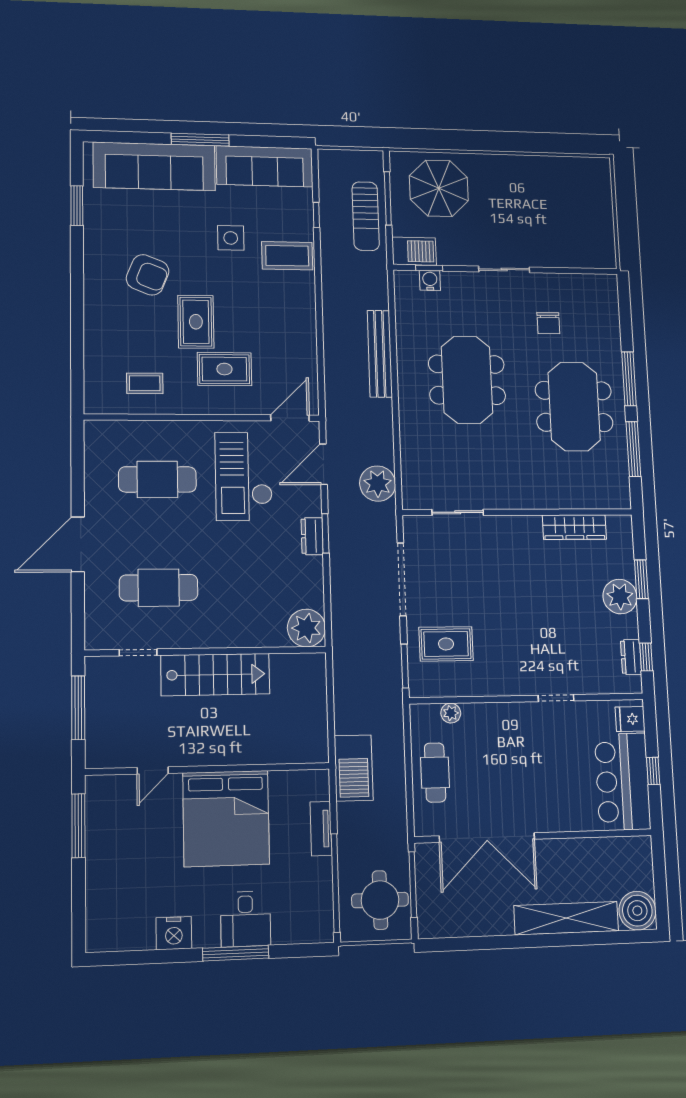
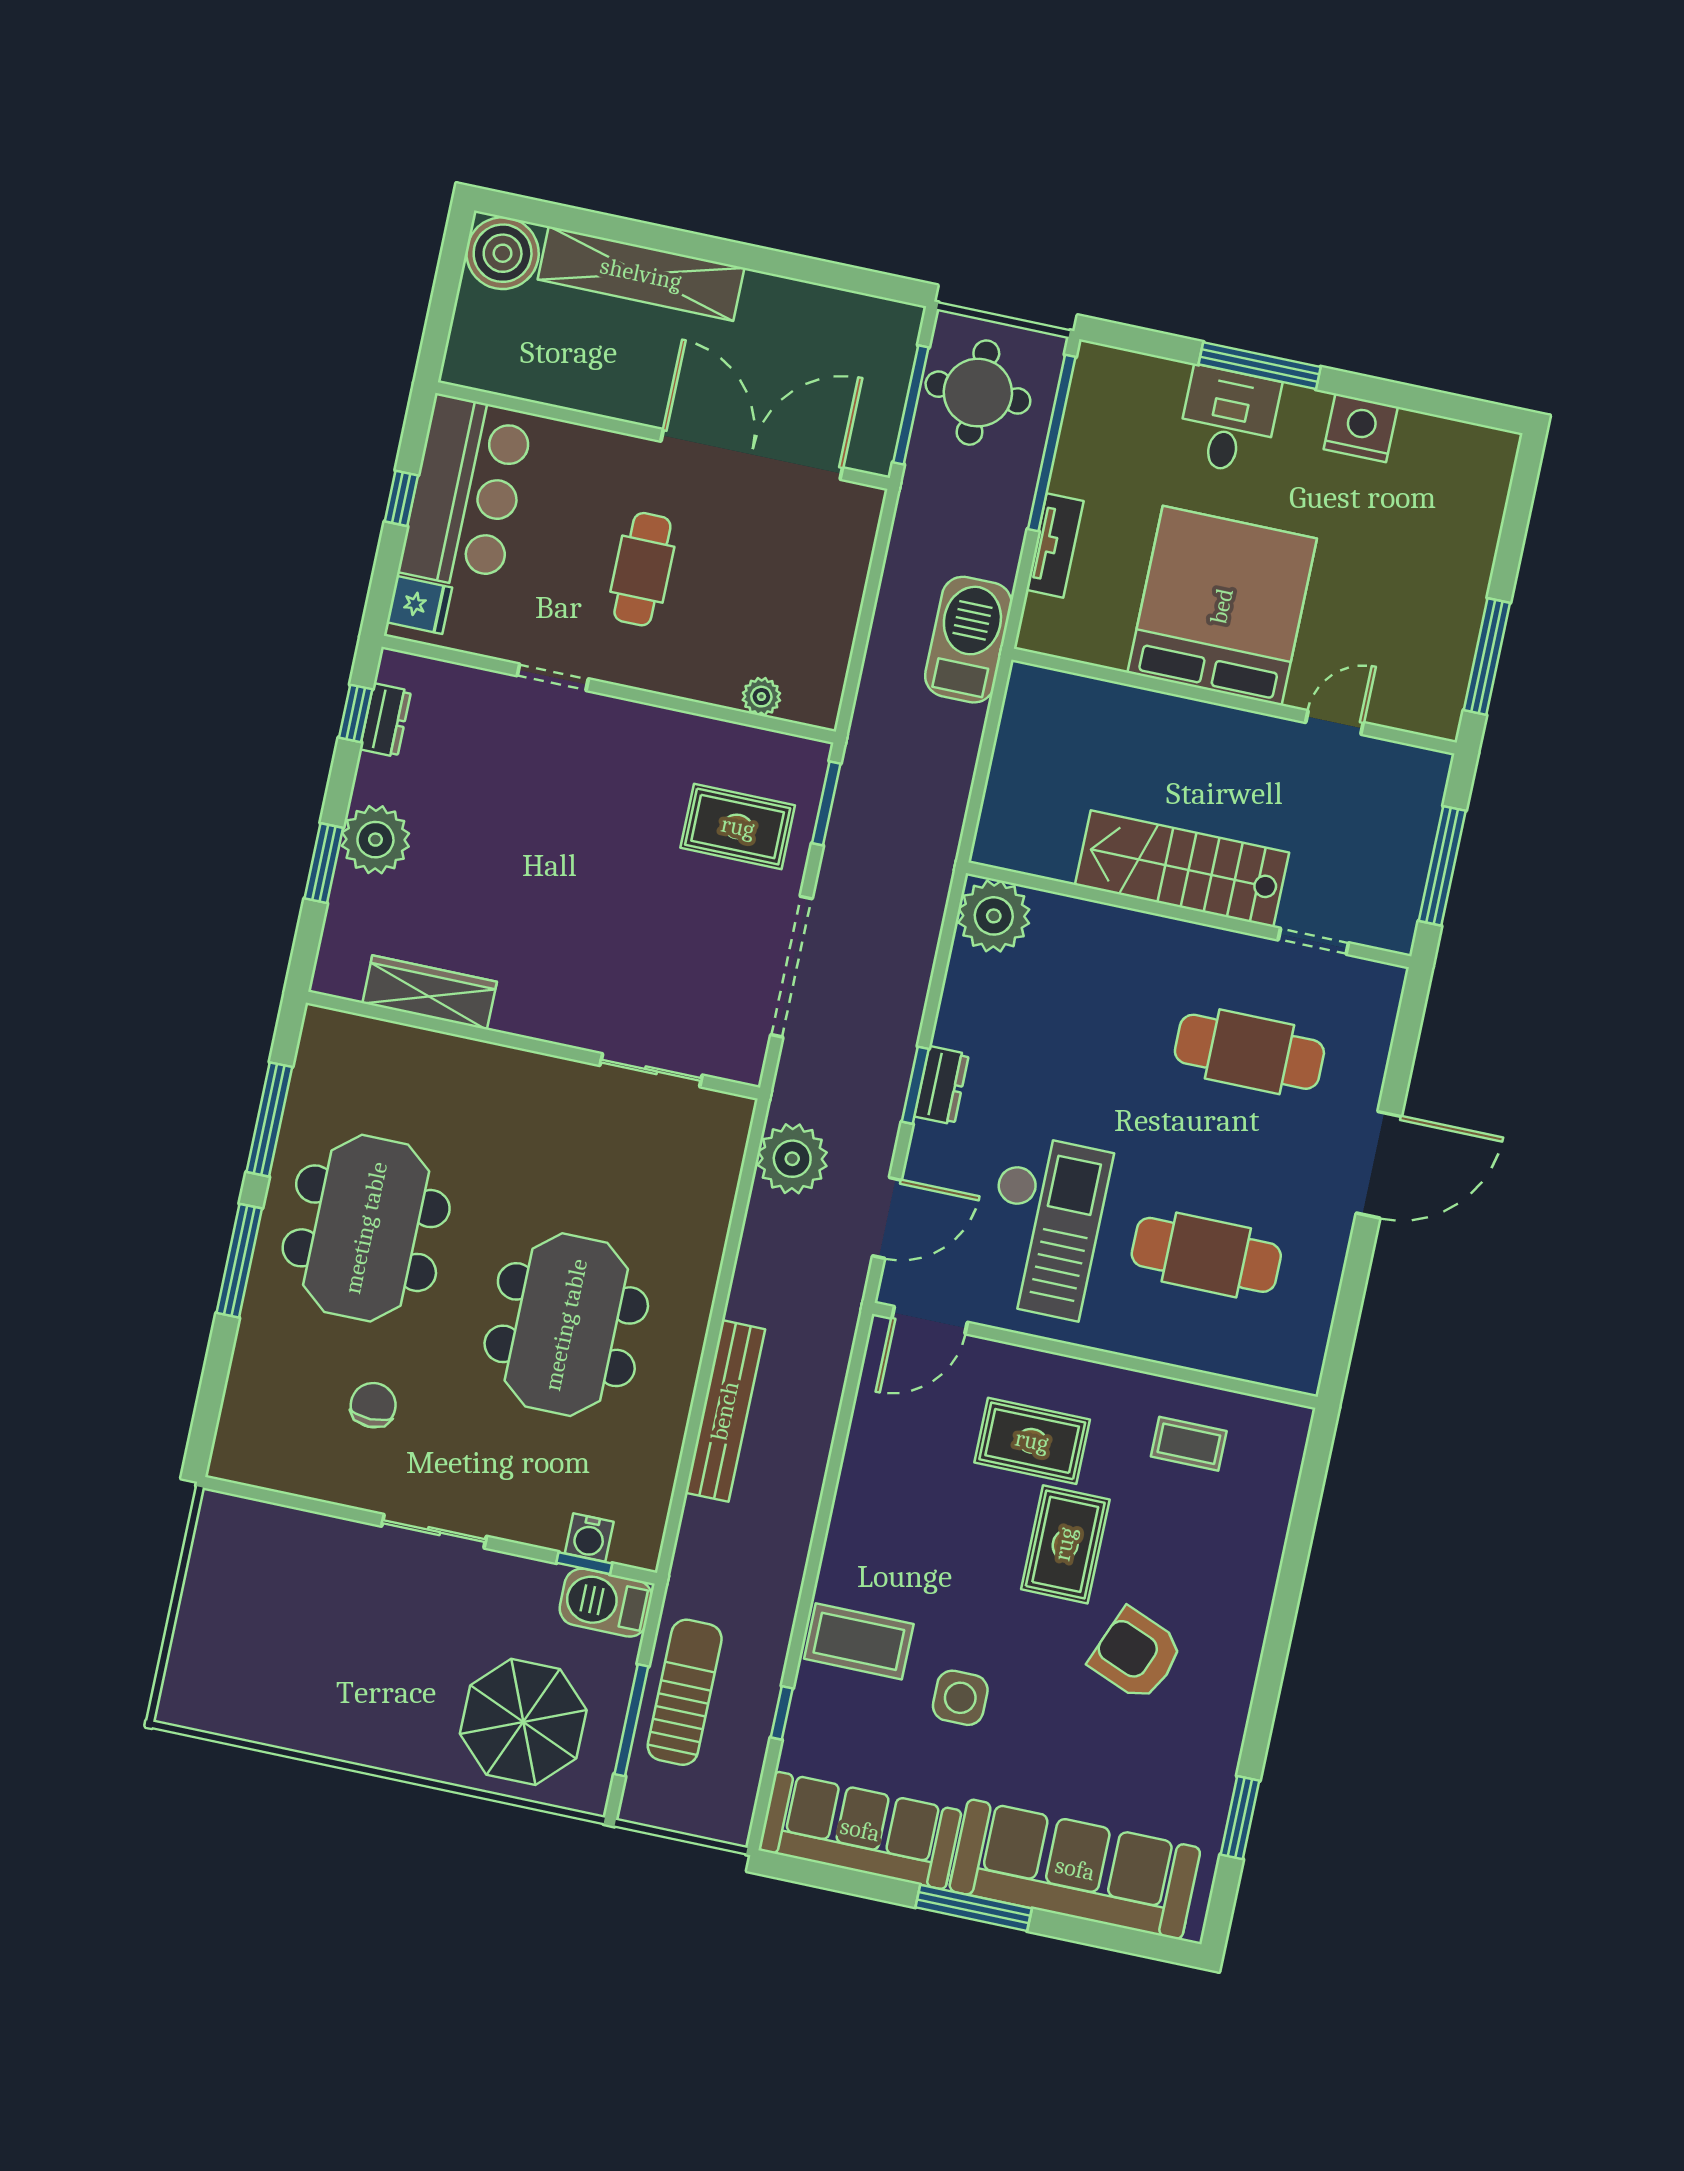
cafe table: (435, 772) -> (642, 569), moved

